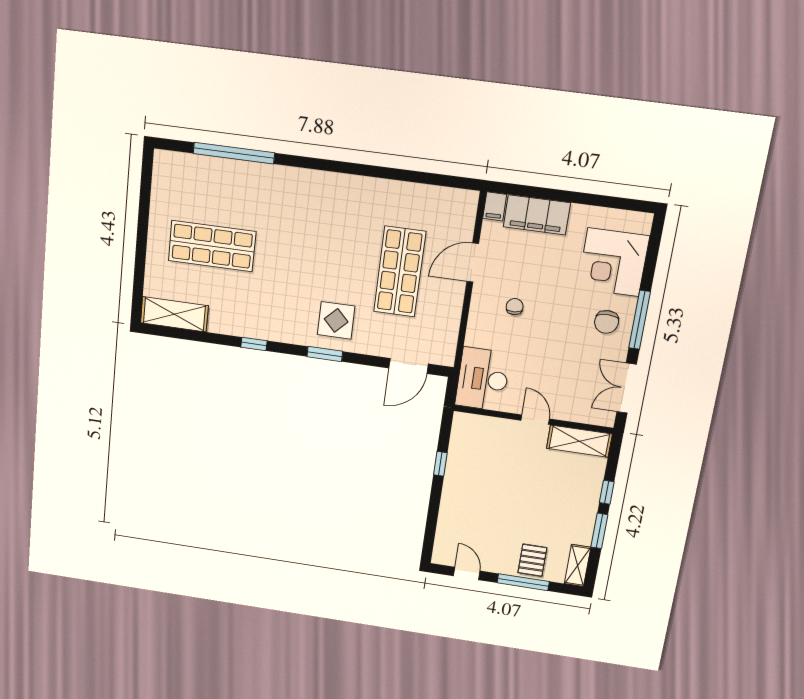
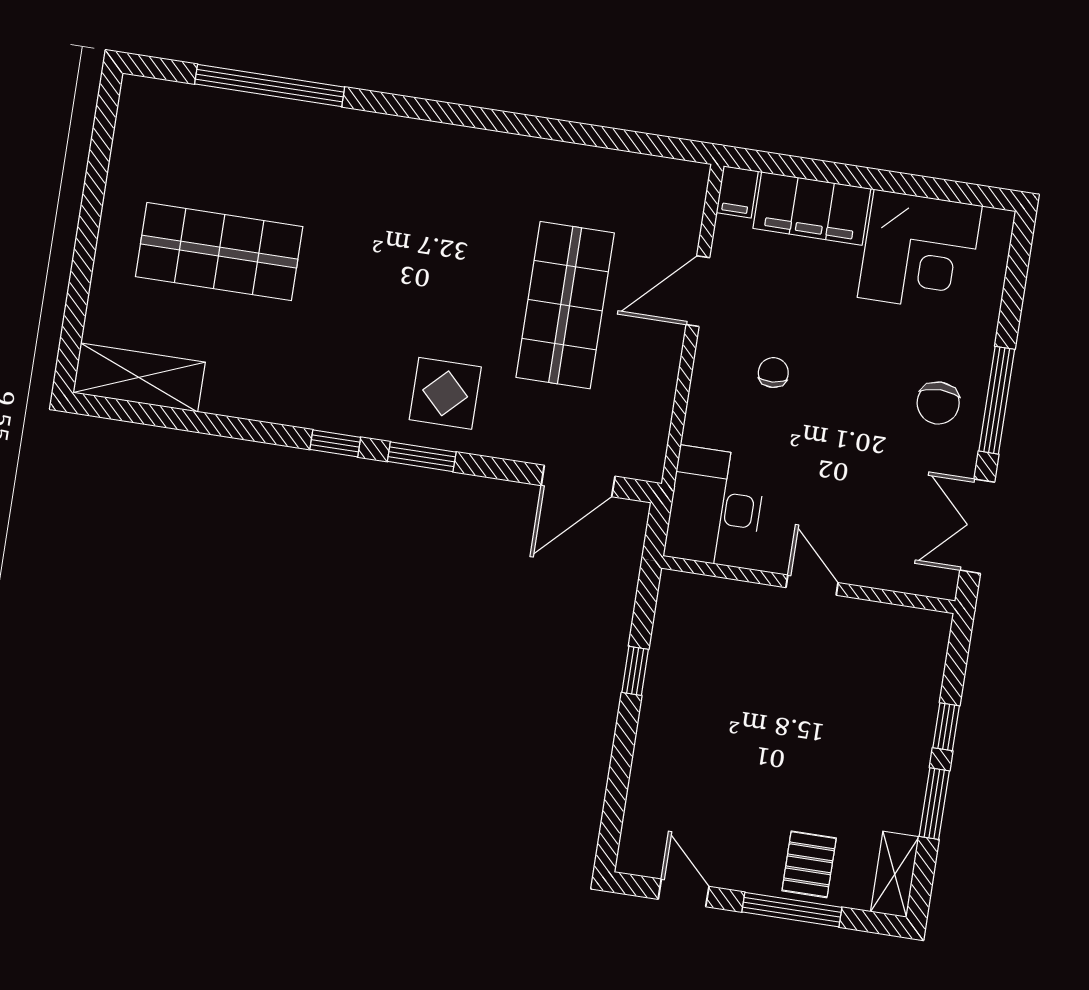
corner desk: (613, 262) -> (920, 252), moved, turned -90
window: (254, 344) -> (335, 443), moved
shelving: (579, 441) -> (894, 627), removed

